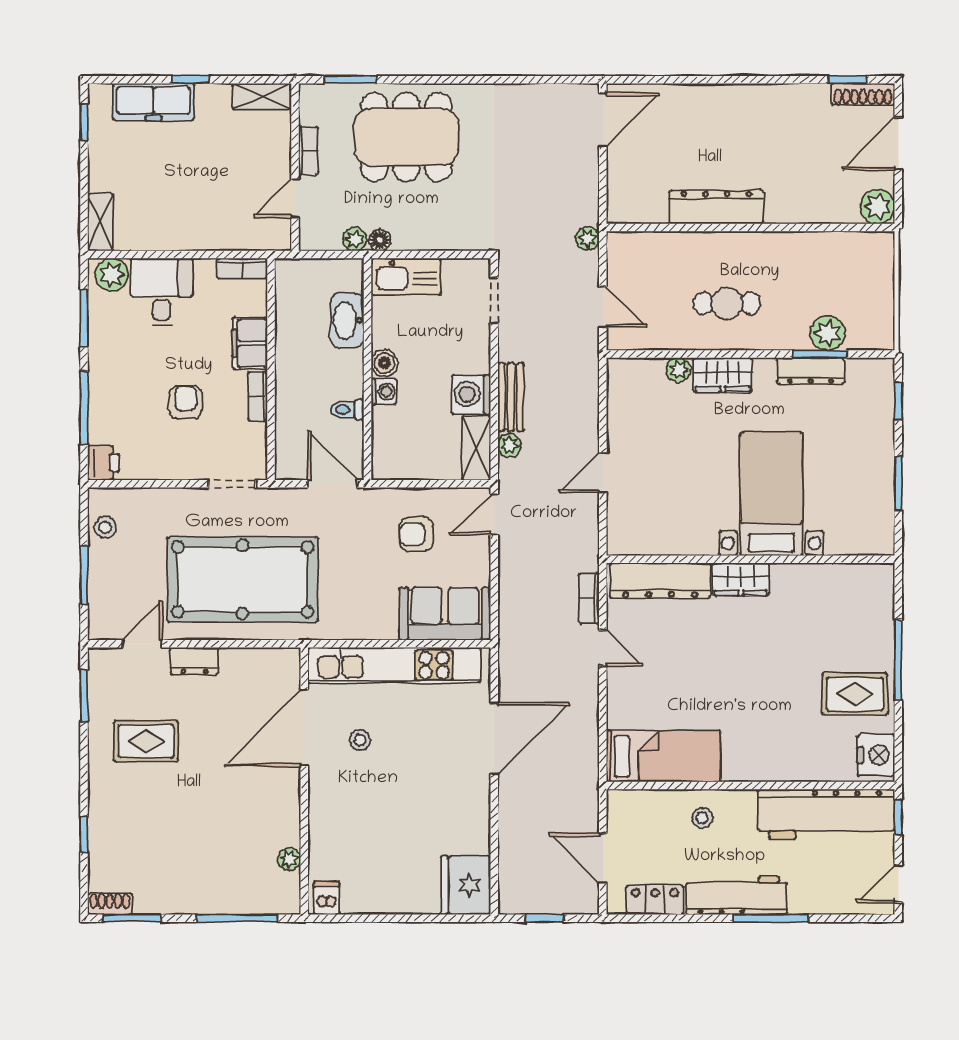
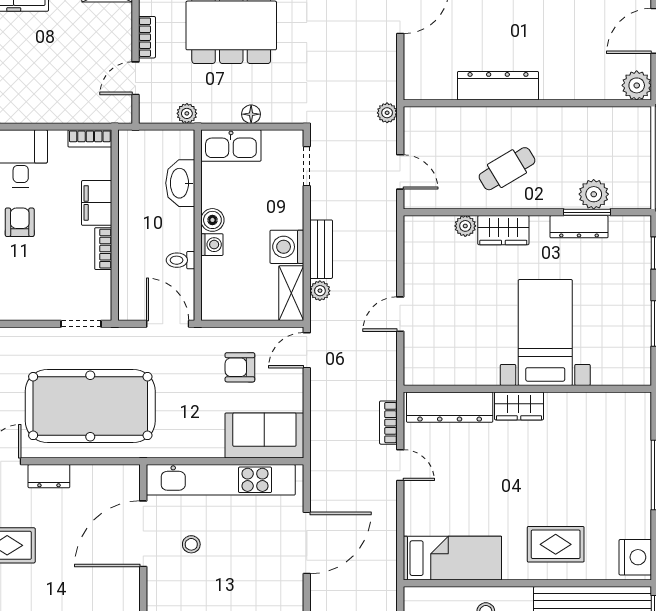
floor lamp: (380, 240) -> (251, 114), moved
cafe table: (727, 303) -> (507, 169), turned -31
armchair: (186, 402) -> (20, 222), moved
rug: (855, 694) -> (556, 544), moved

